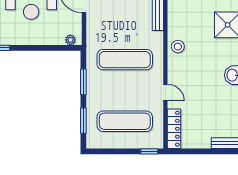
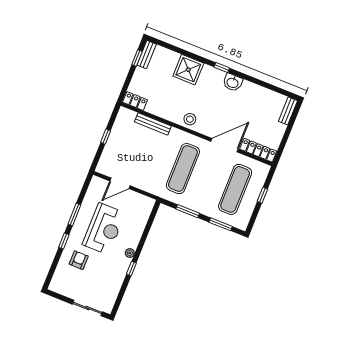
plant: (70, 40) -> (130, 253), moved
door: (165, 92) -> (225, 145), width x1.87
window: (149, 151) -> (262, 195), moved

